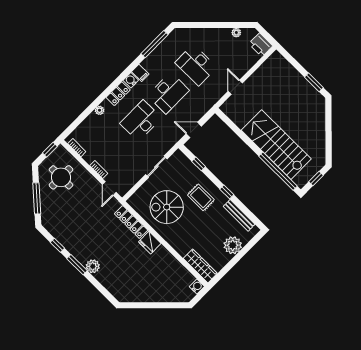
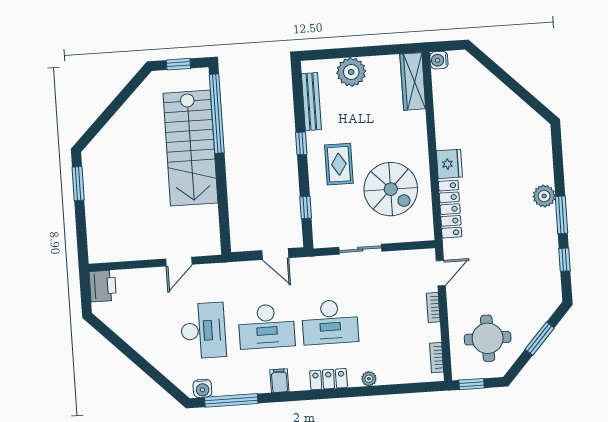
plant: (236, 33) -> (119, 327), removed
water cooler: (131, 80) -> (202, 388), moved
desk: (168, 93) -> (267, 326), turned 180
window: (37, 198) -> (540, 339), width x0.69

